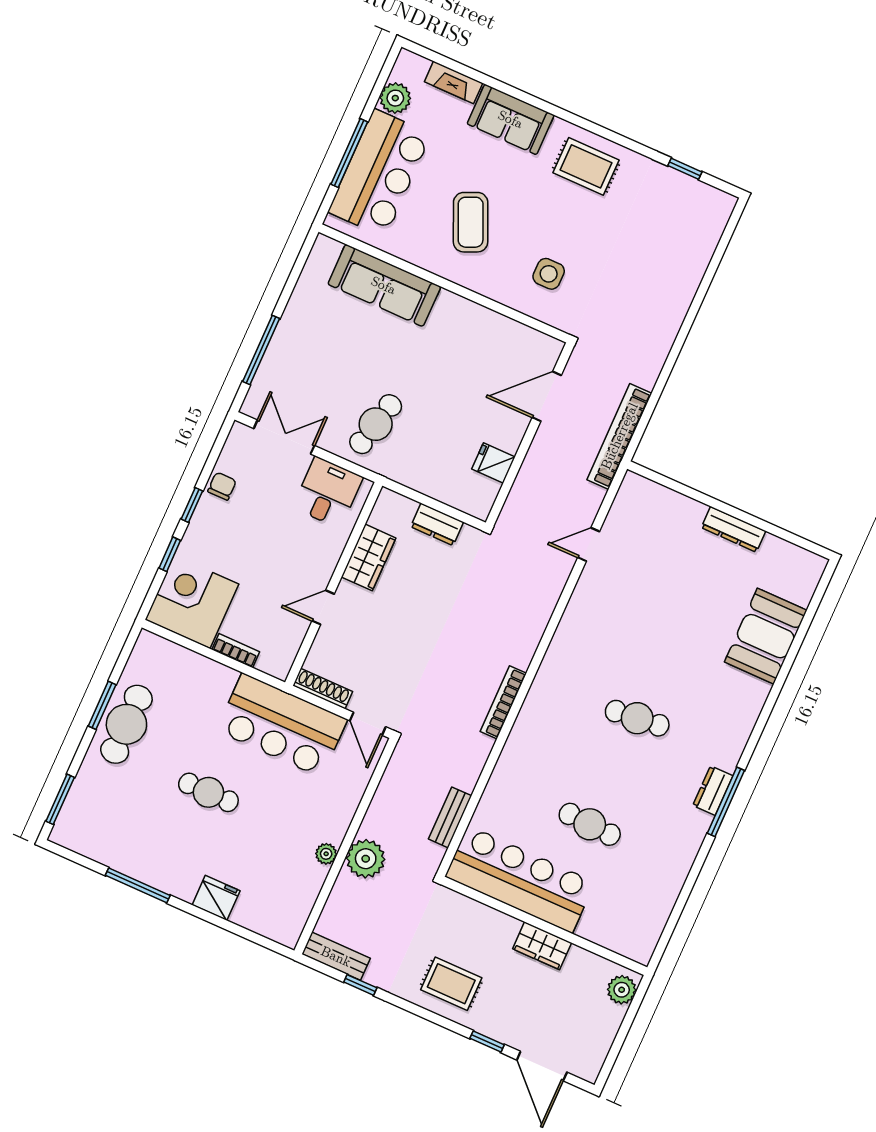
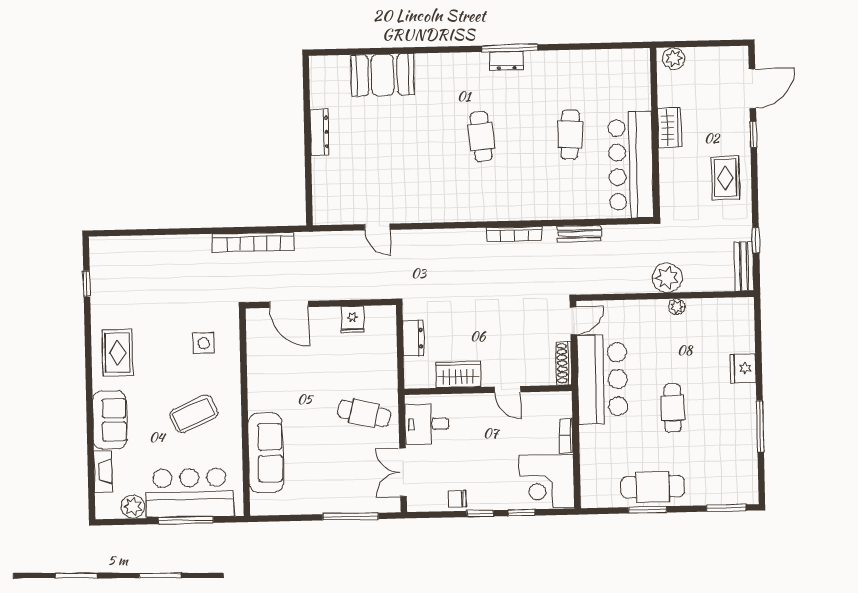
bookcase: (619, 436) -> (253, 242), moved
bench: (450, 817) -> (579, 234), moved

